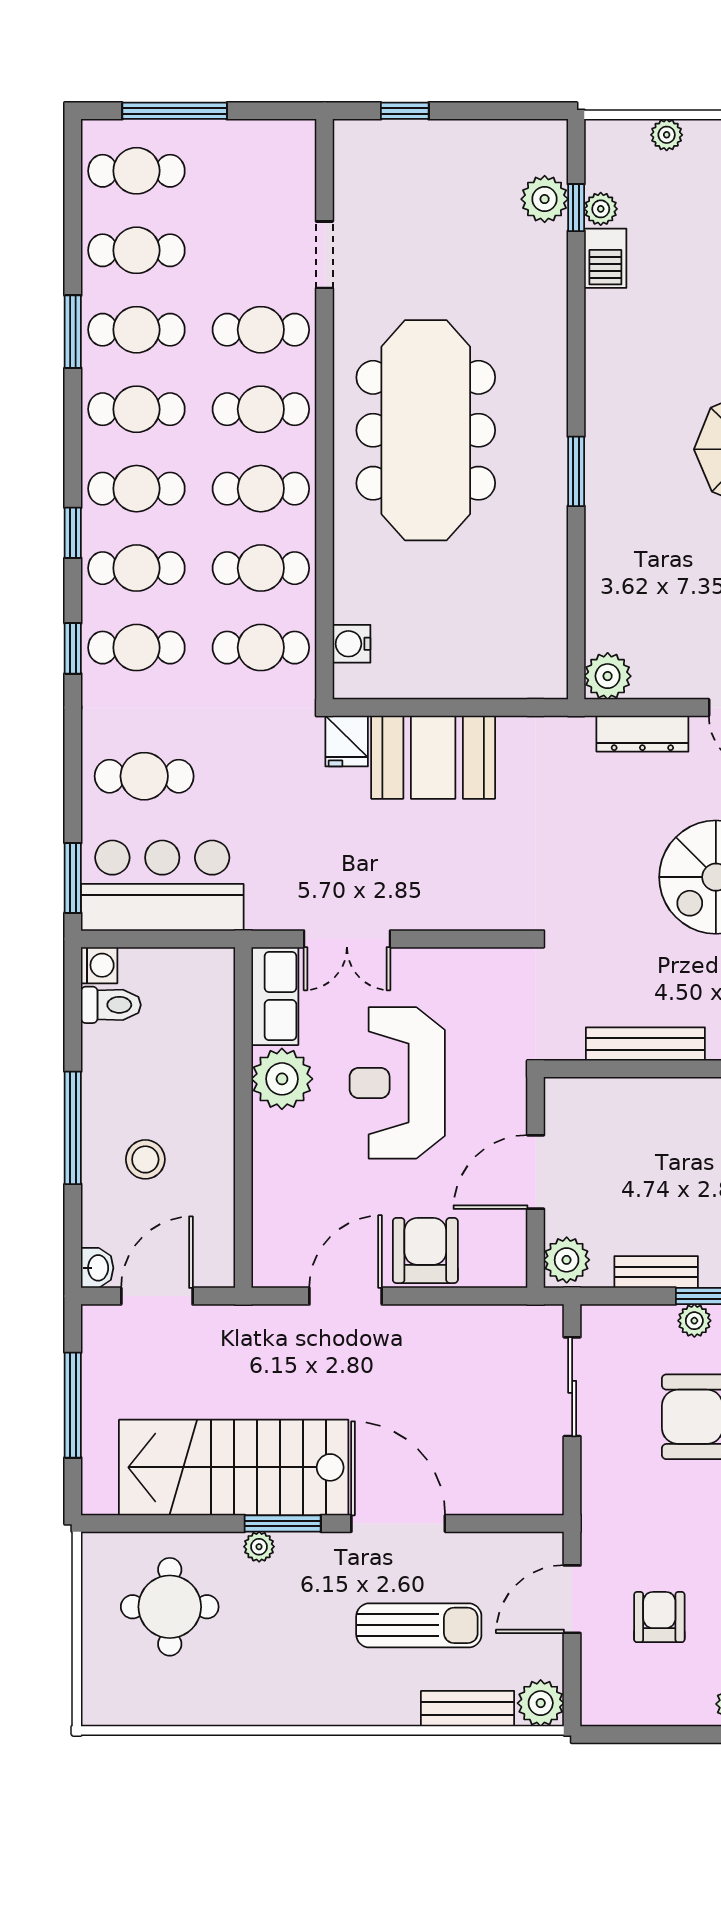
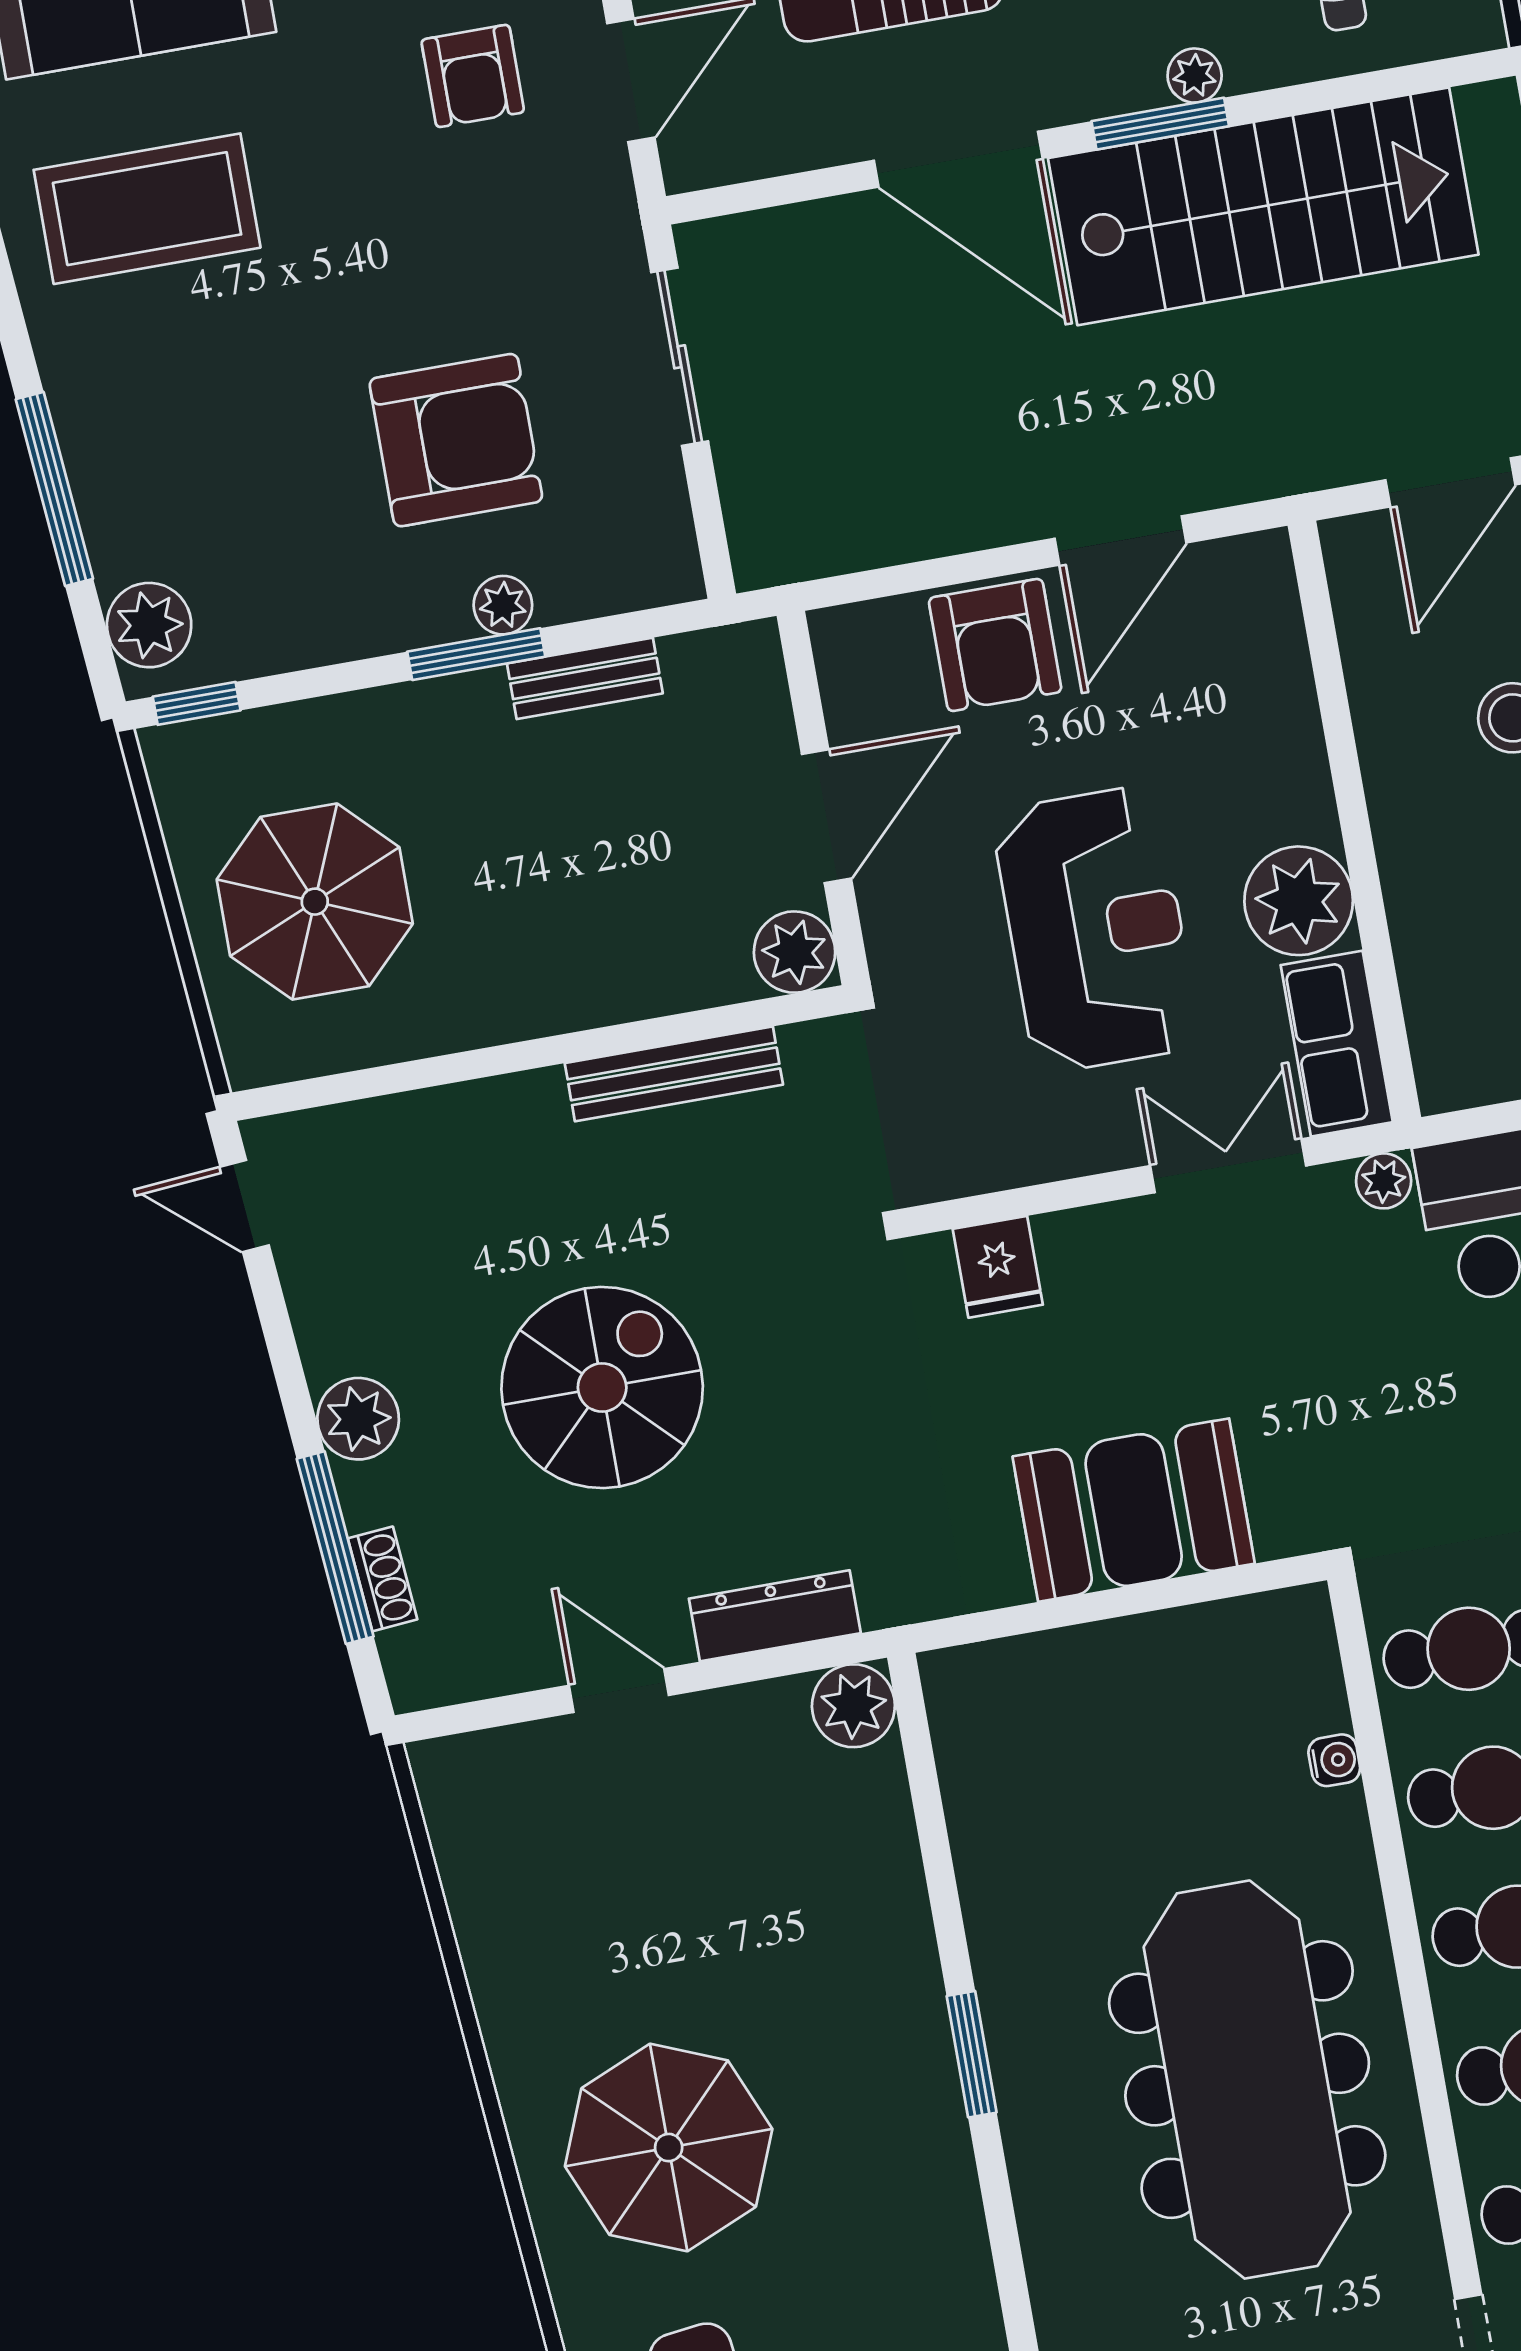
water cooler: (351, 644) -> (1334, 1760), moved, width x0.72, depth x0.72
fridge: (347, 741) -> (998, 1267), moved, turned 180
plant: (262, 915) -> (1384, 1181), added
plant: (567, 1260) -> (795, 952), moved
sliding door: (572, 1387) -> (680, 357), moved

